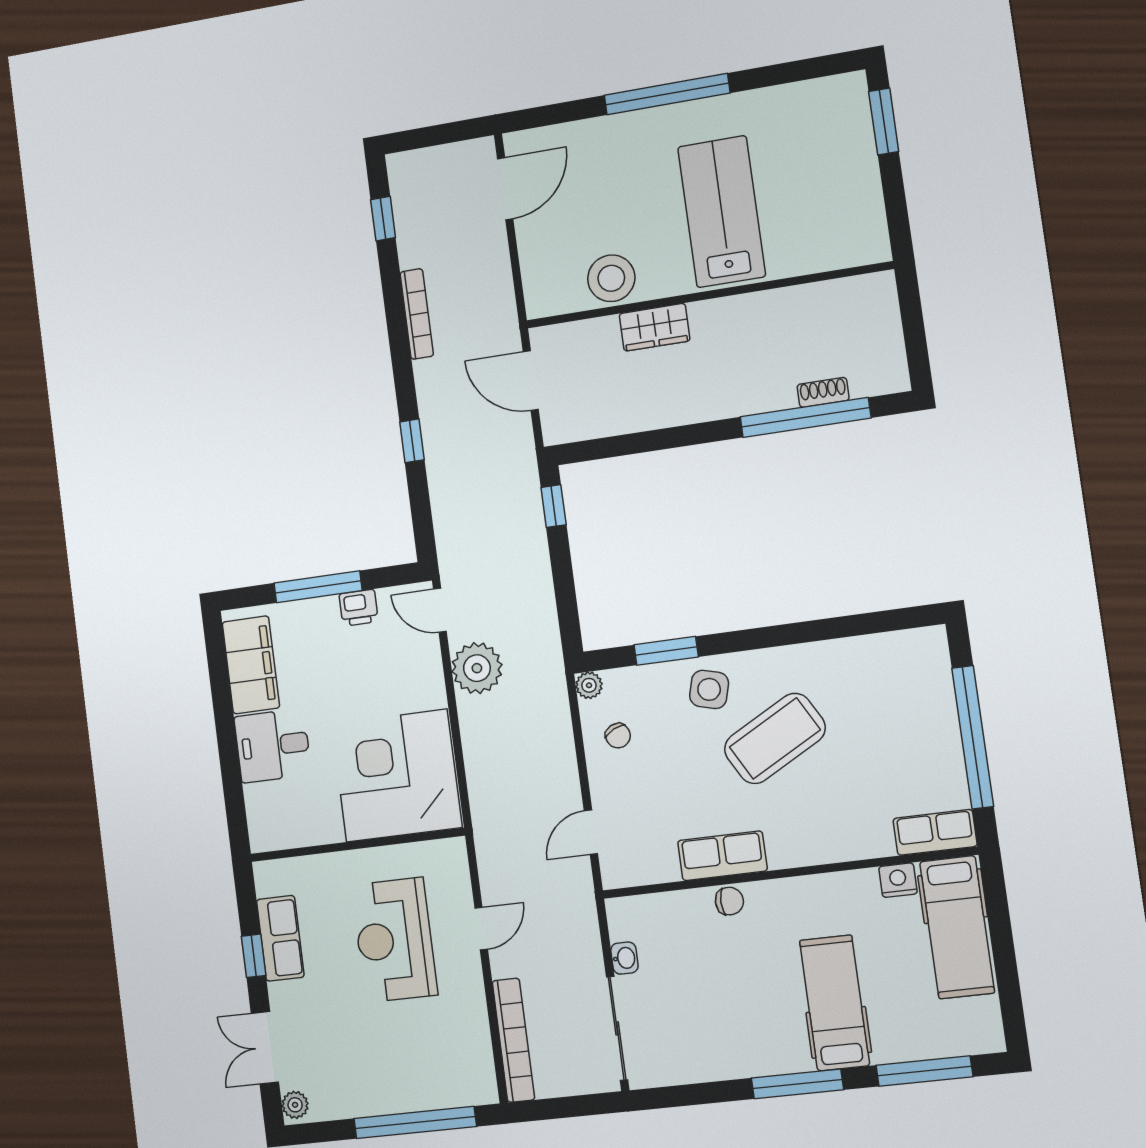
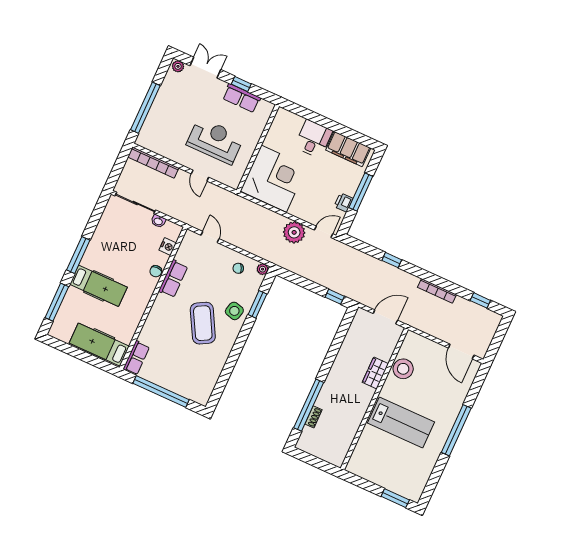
nightstand: (898, 880) -> (168, 247), moved

